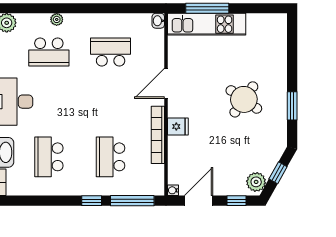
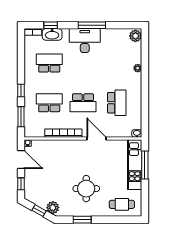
cafe table: (268, 44) -> (122, 204), added
school desk: (49, 52) -> (83, 103), moved, turned -90
round table: (244, 99) -> (86, 189), turned -35
fridge: (178, 126) -> (69, 146), removed
plant: (256, 182) -> (53, 208), moved
window: (132, 201) -> (21, 117), width x0.69

